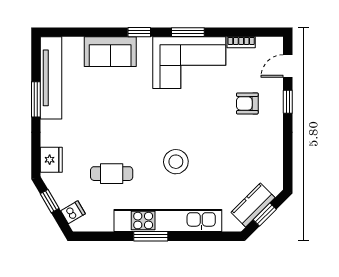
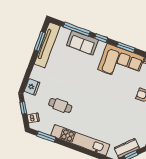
window: (91, 32) -> (77, 29), added
window: (36, 99) -> (40, 41), moved
stool: (176, 162) -> (95, 111), removed
window: (151, 236) -> (46, 137), moved

